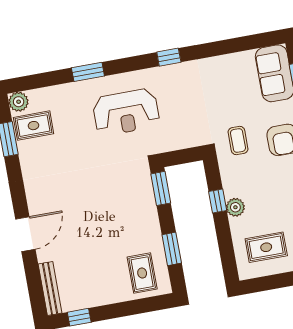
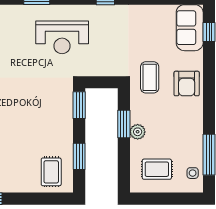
coffee table: (238, 140) -> (150, 77), width x1.36, depth x1.30
window: (218, 201) -> (124, 124), width x1.50

